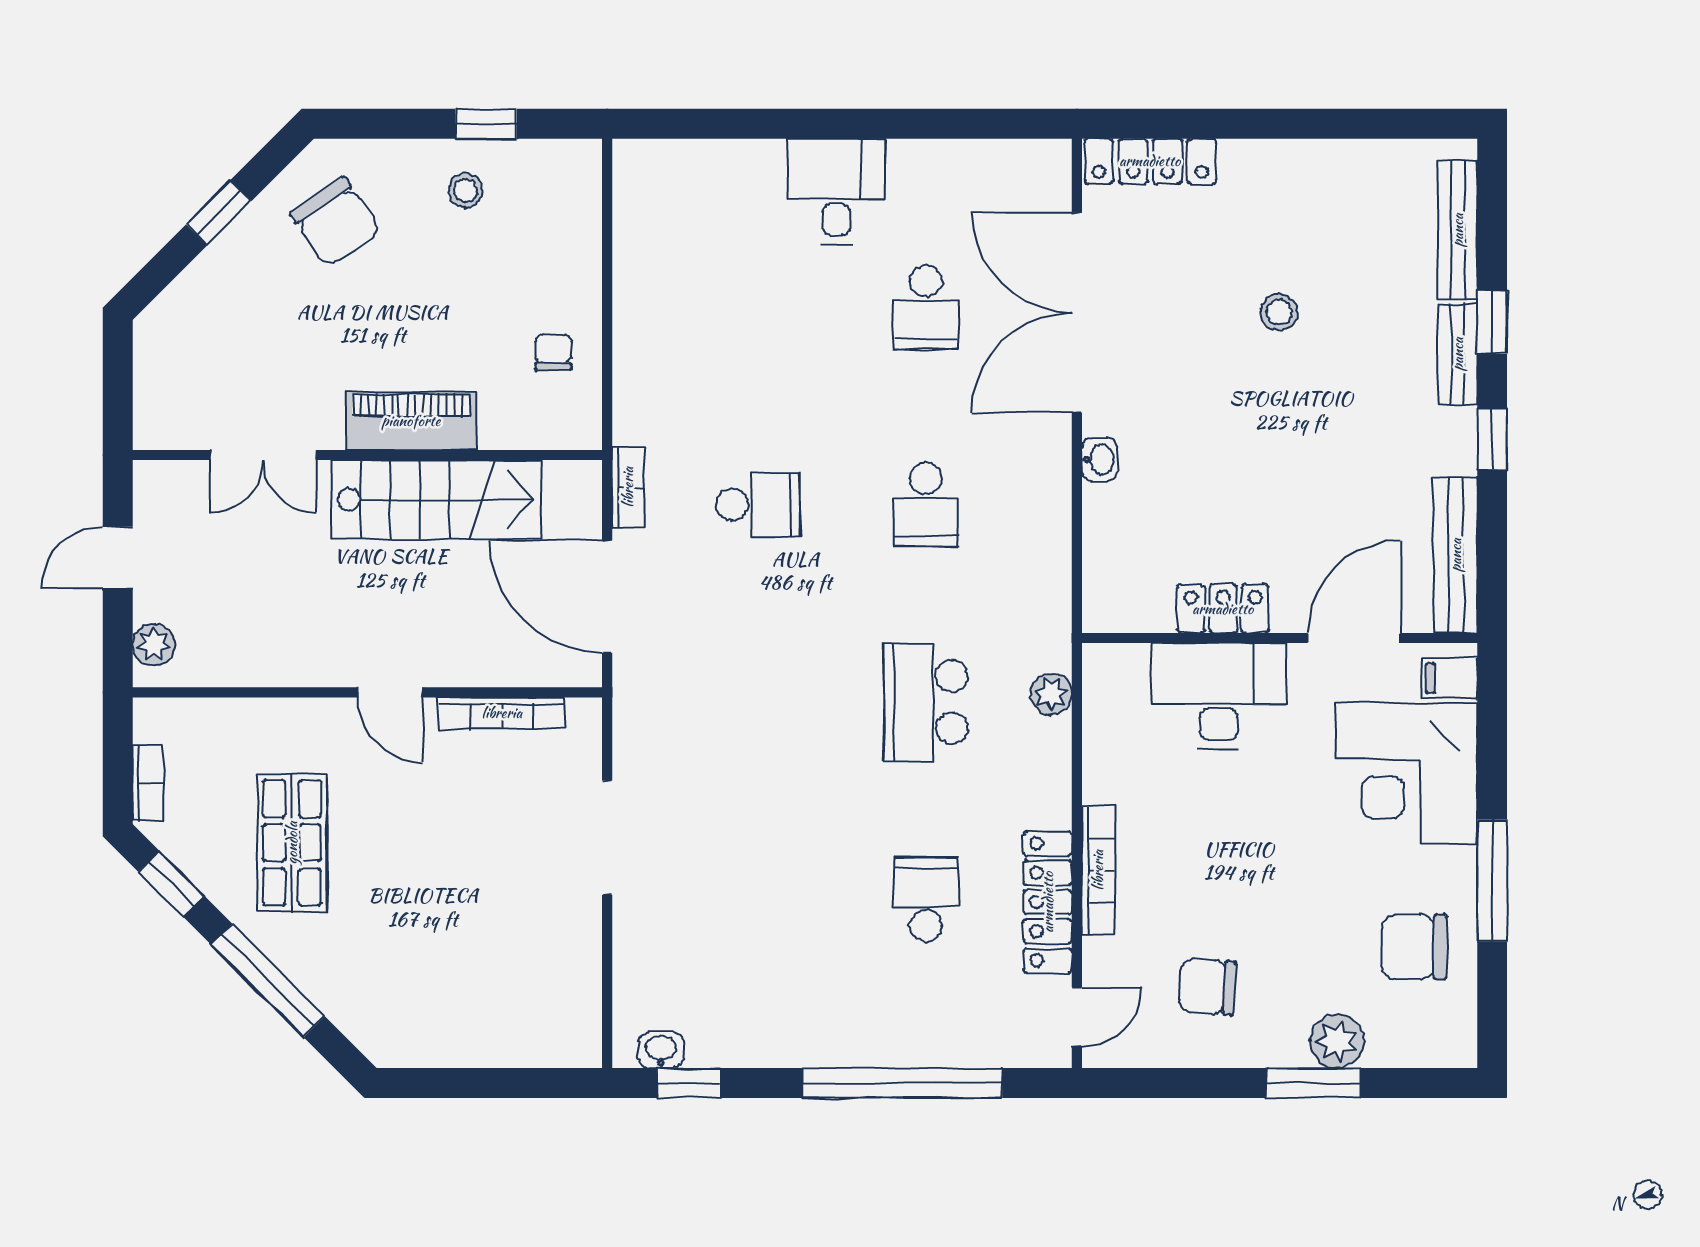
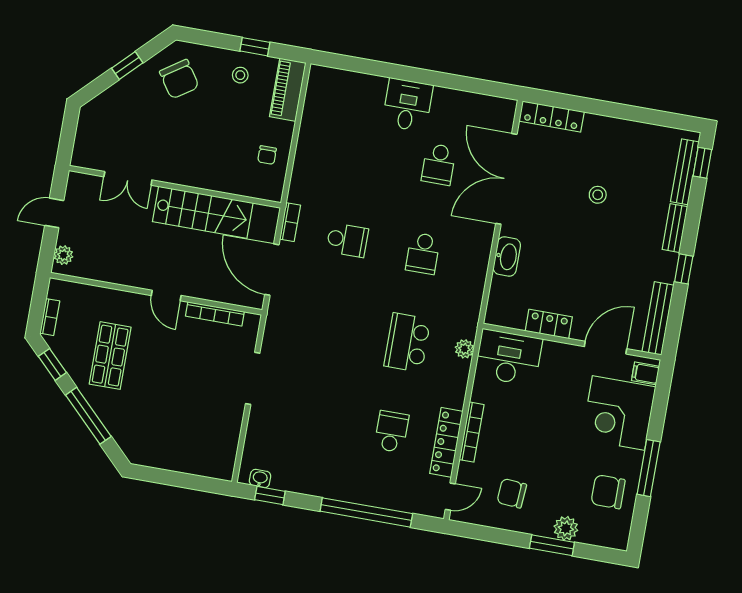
window: (1492, 322) -> (702, 163), moved
chair: (553, 352) -> (267, 155), turned 180
piano: (411, 421) -> (288, 90), moved, turned -90
washbasin: (1099, 460) -> (507, 257), width x1.91, depth x1.45
desk: (1219, 696) -> (508, 357), moved

